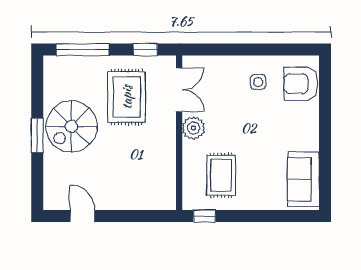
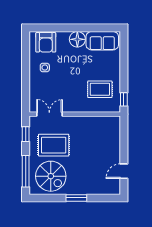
spiral stairs: (71, 126) -> (51, 176), moved
plant: (194, 128) -> (72, 106), removed
floor lamp: (306, 137) -> (77, 39), added

